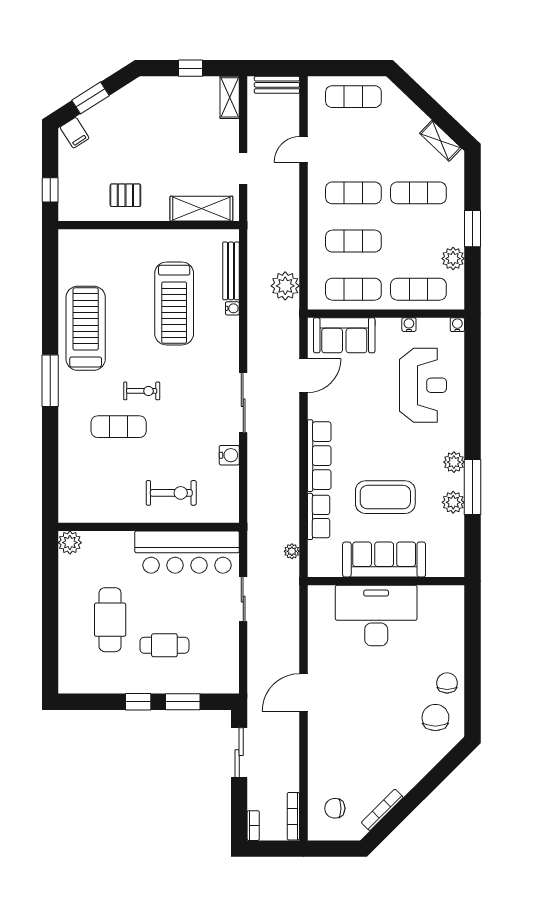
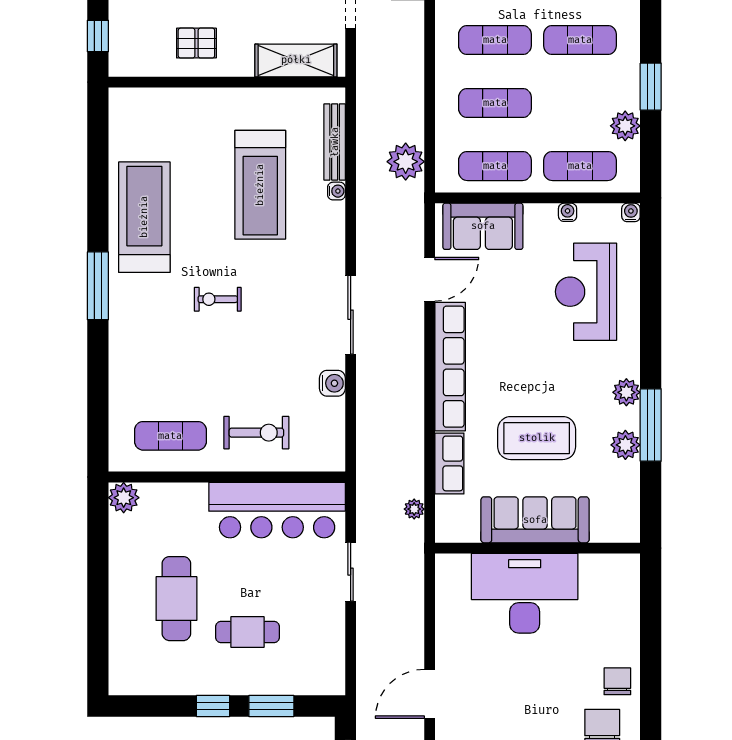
reception desk: (423, 385) -> (586, 292), turned 180
exercise bike: (142, 391) -> (218, 299), turned 180
exercise mat: (119, 427) -> (170, 436), moved
row of seats: (319, 456) -> (450, 367), width x1.36

